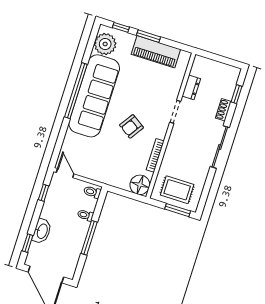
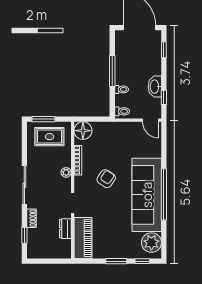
piano: (156, 52) -> (83, 238), moved, turned 90
plant: (172, 146) -> (66, 172), added
washbasin: (42, 231) -> (155, 87), moved

